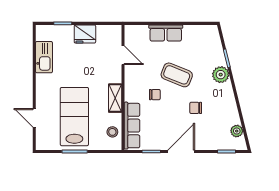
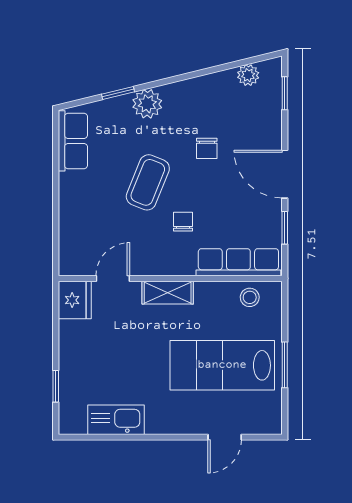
row of seats: (166, 33) -> (73, 141), moved
fridge: (85, 34) -> (75, 300), moved
shelving: (115, 98) -> (168, 293), moved

